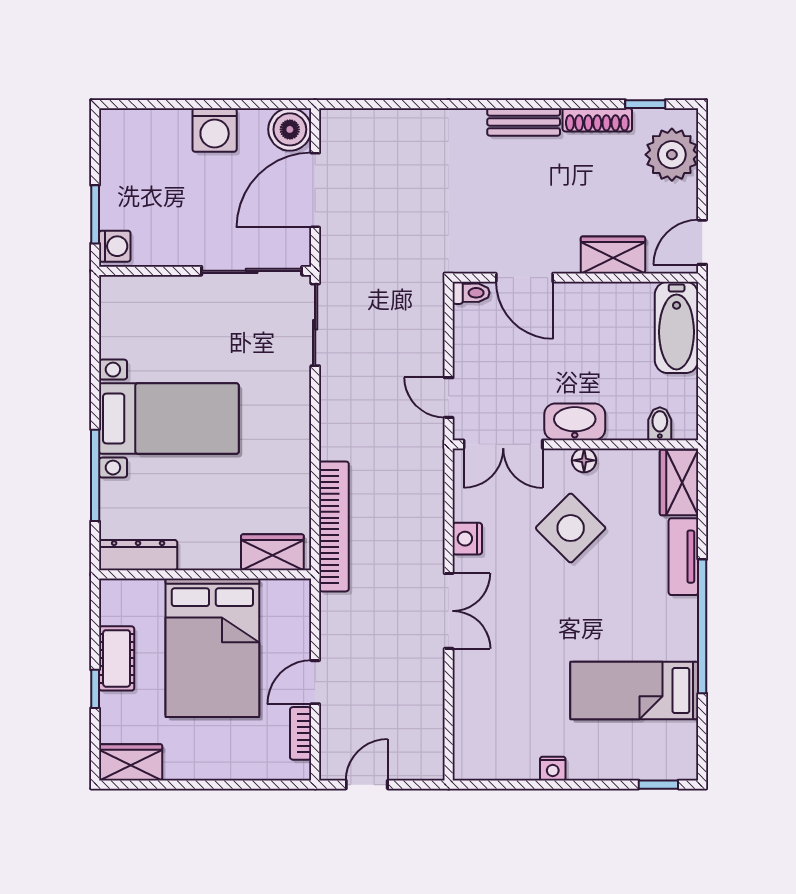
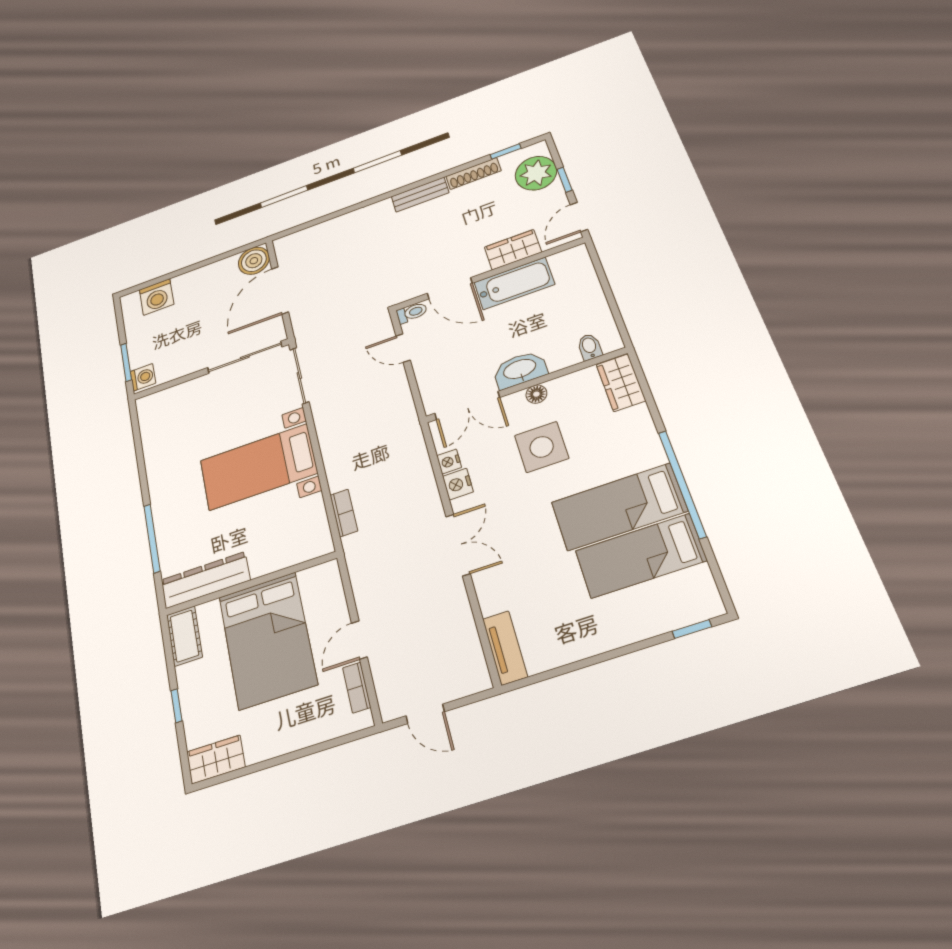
washing machine: (215, 130) -> (157, 297), moved
window: (702, 180) -> (565, 180), added
bathtub: (677, 327) -> (514, 283), moved, turned -90
door: (449, 398) -> (403, 348), moved
bed with nightstands: (169, 419) -> (258, 467), moved, turned 180
bookcase: (334, 526) -> (344, 513), width x0.43, depth x0.76
side table: (571, 528) -> (542, 447), turned 45
wardrobe: (272, 552) -> (301, 548), removed
dresser: (138, 555) -> (205, 580), width x1.37, depth x1.24
tv unit: (683, 557) -> (505, 648), moved, turned 180
bed: (630, 628) -> (619, 507), added
cot: (117, 658) -> (184, 636), moved
nightstand: (553, 769) -> (449, 462), moved, turned 90
door: (367, 785) -> (425, 714), swing flipped

